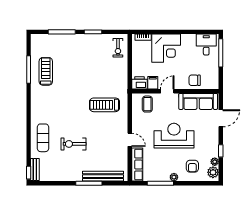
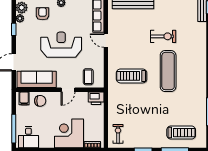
treadmill: (46, 71) -> (181, 133), moved, turned -90
filing cabinet: (153, 83) -> (24, 98), moved
treadmill: (105, 105) -> (132, 76), turned 180
reception desk: (174, 136) -> (61, 45), turned 180
exercise mat: (43, 138) -> (168, 71), moved, width x1.36, depth x1.45

